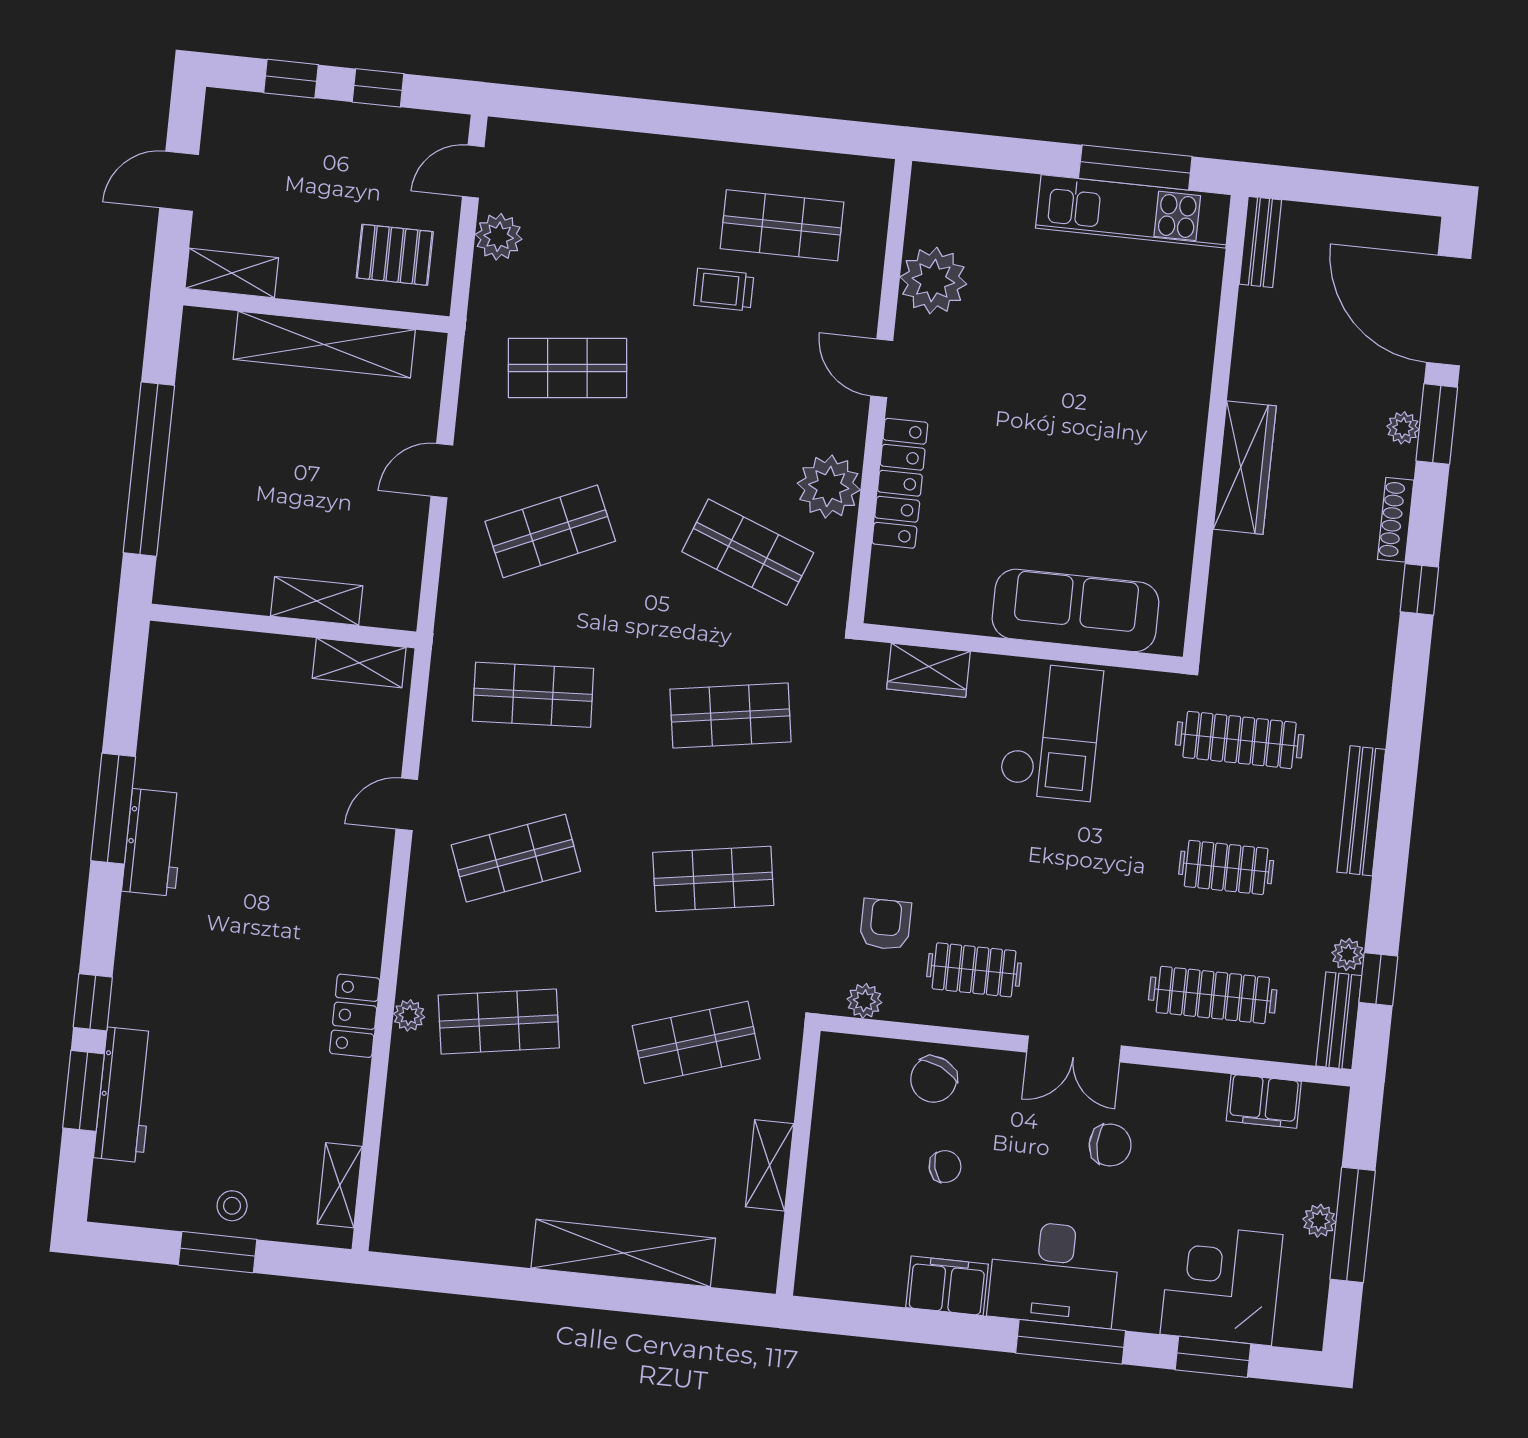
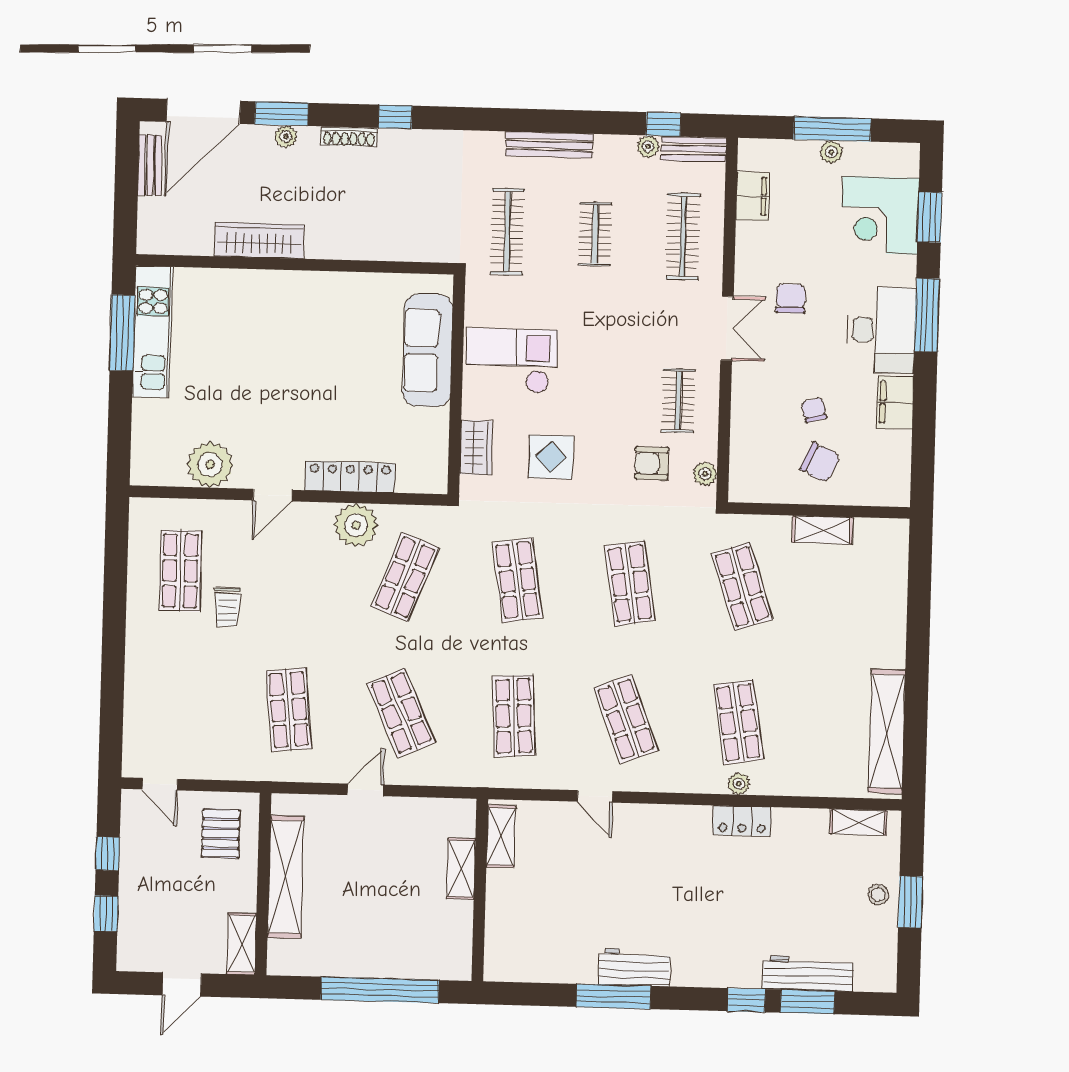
door: (179, 181) -> (182, 984), hinge flipped
plant: (499, 237) -> (203, 763), removed
bench: (1260, 242) -> (150, 165), moved, turned 90
wardrobe: (1245, 468) -> (260, 241), moved
door: (442, 471) -> (365, 790), swing flipped
display table: (906, 778) -> (551, 457), added
chair: (934, 1079) -> (820, 462), moved
shelving: (623, 1253) -> (887, 731), moved

